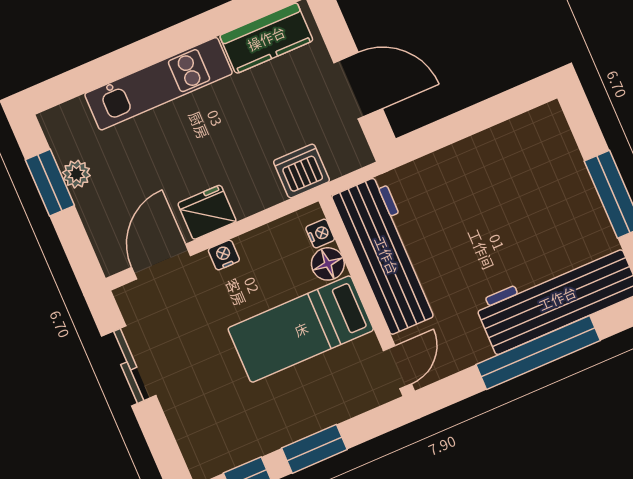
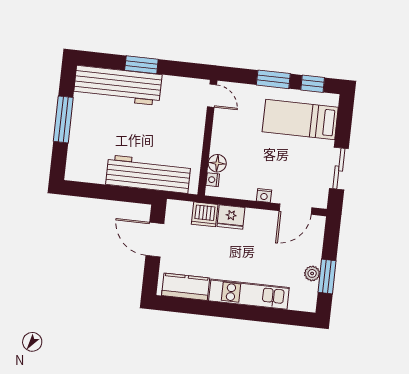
fridge: (207, 212) -> (231, 217), moved
workbench: (387, 255) -> (148, 174), moved, turned 90
bed: (301, 329) -> (300, 120), moved, turned 180
window: (538, 352) -> (141, 65), width x0.47
door: (397, 367) -> (212, 96), swing flipped

